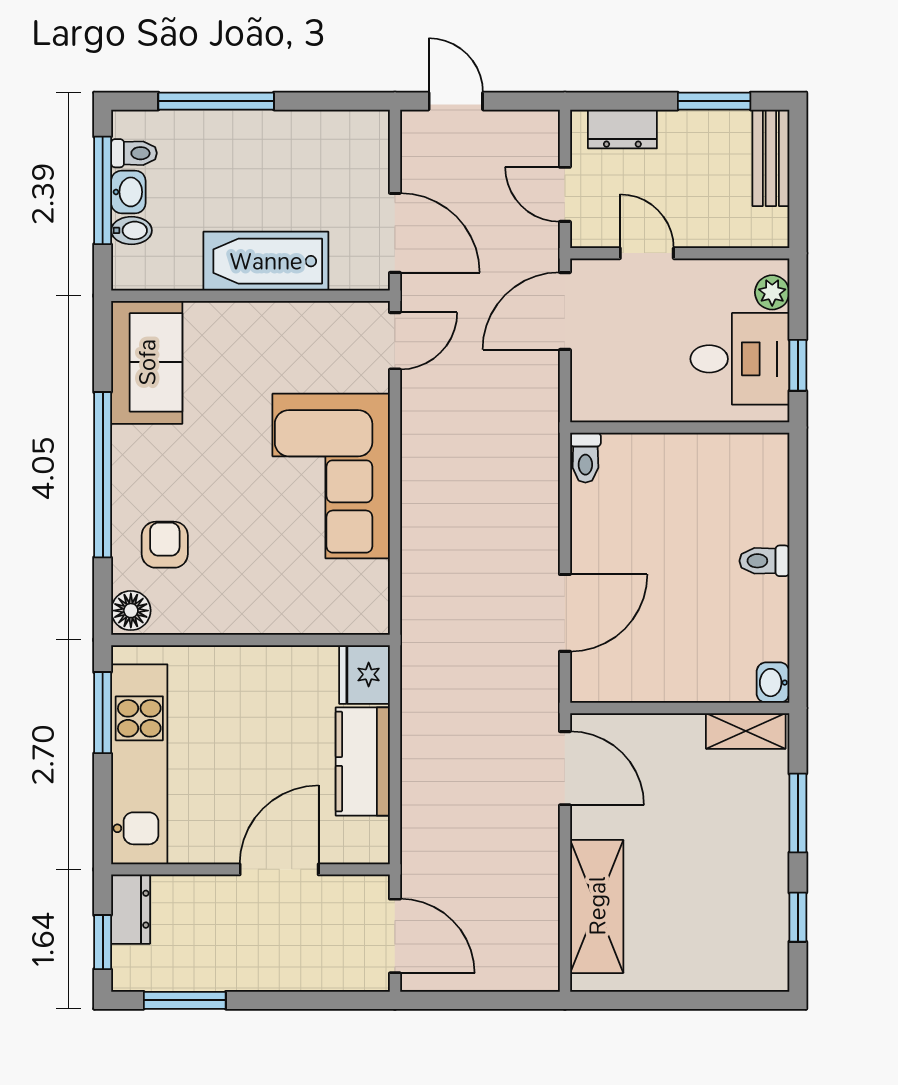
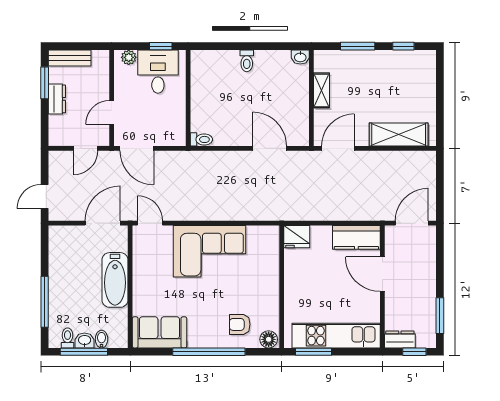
dresser: (622, 129) -> (57, 99), moved
shelving: (746, 731) -> (322, 90), moved
kitchen counter: (363, 761) -> (356, 237), moved

